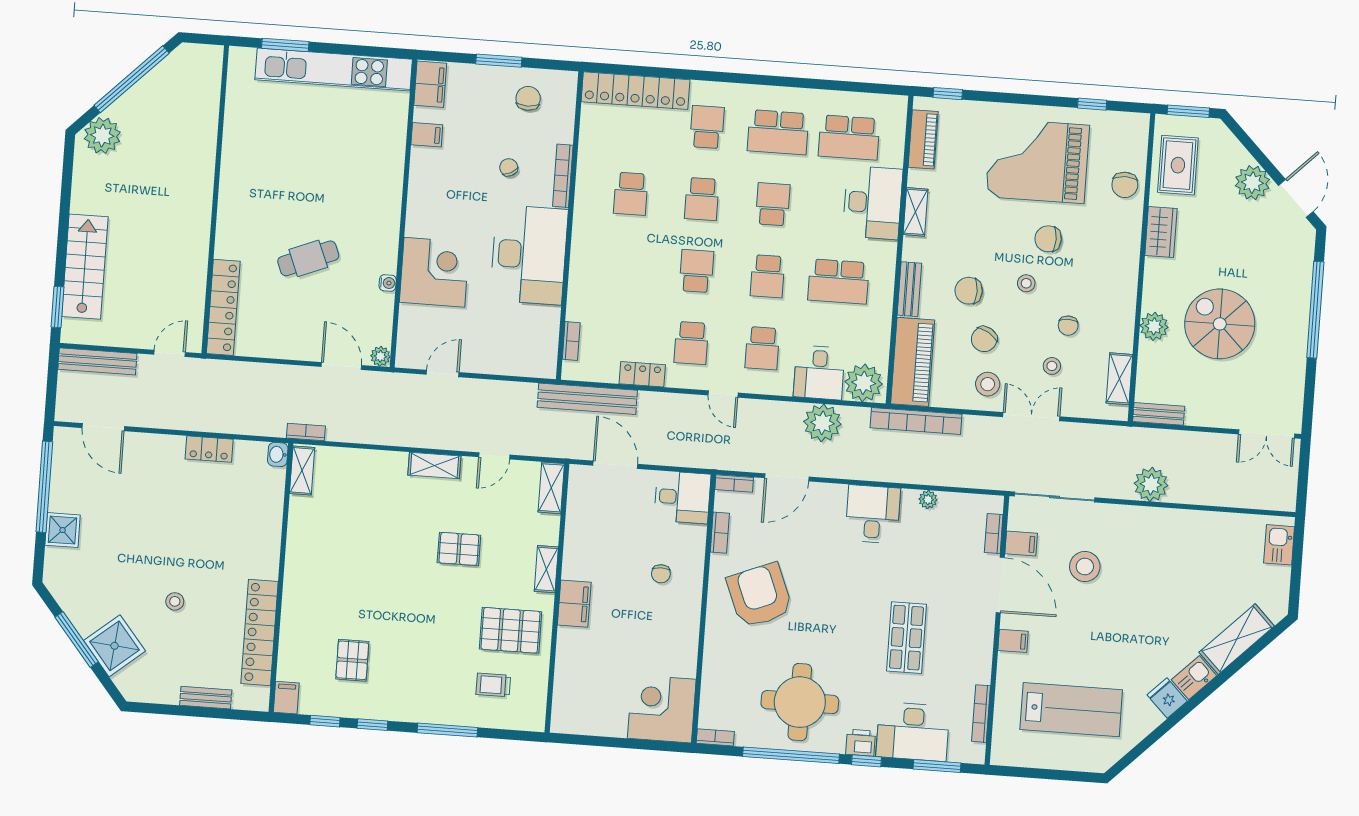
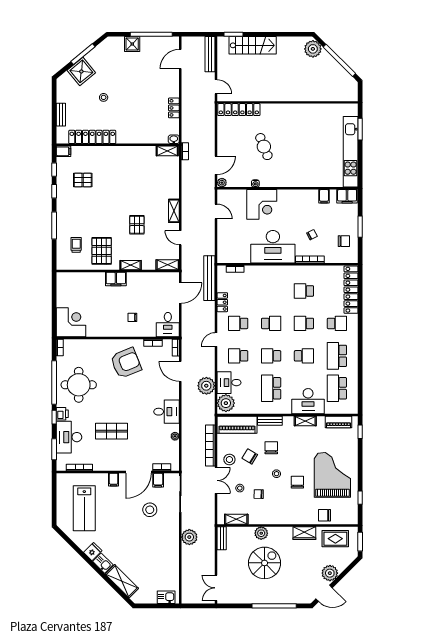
bookcase: (916, 421) -> (210, 446), moved

